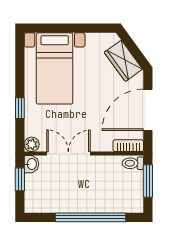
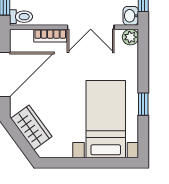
window: (20, 108) -> (143, 104), moved
bookcase: (128, 146) -> (50, 36), moved

